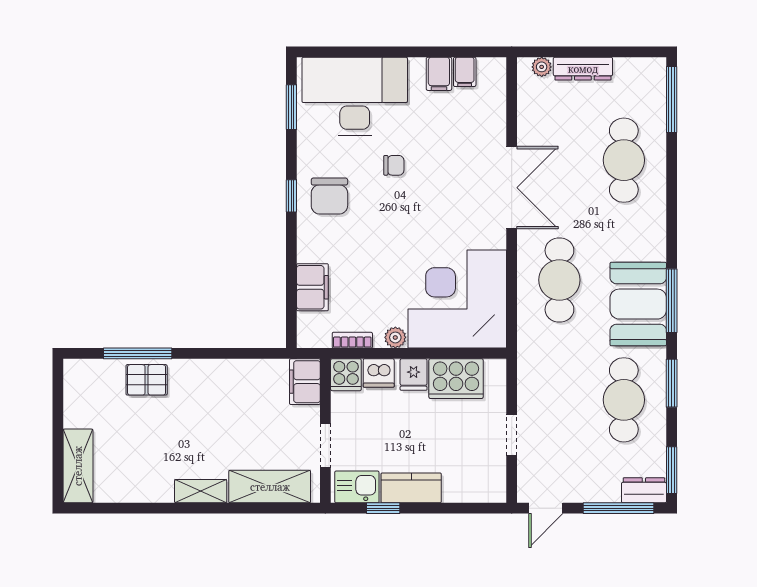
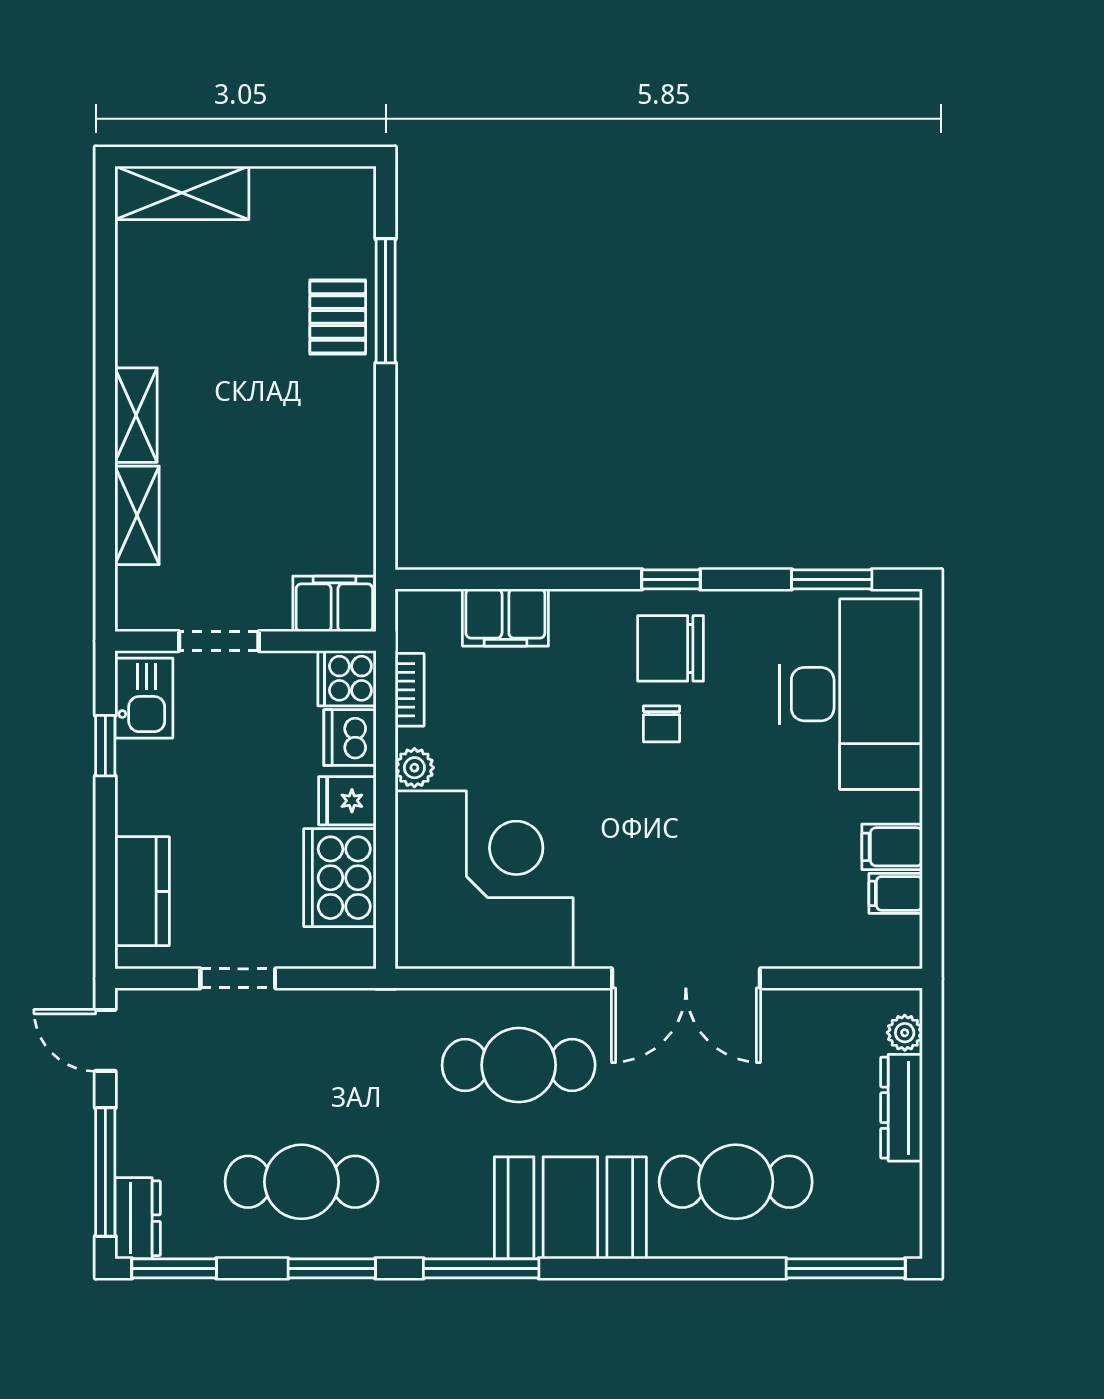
chair: (394, 165) -> (662, 724), moved
booth: (638, 304) -> (570, 1208), moved
shelving: (270, 487) -> (137, 515), width x0.67, depth x0.75
kitchen counter: (411, 488) -> (142, 891), moved

